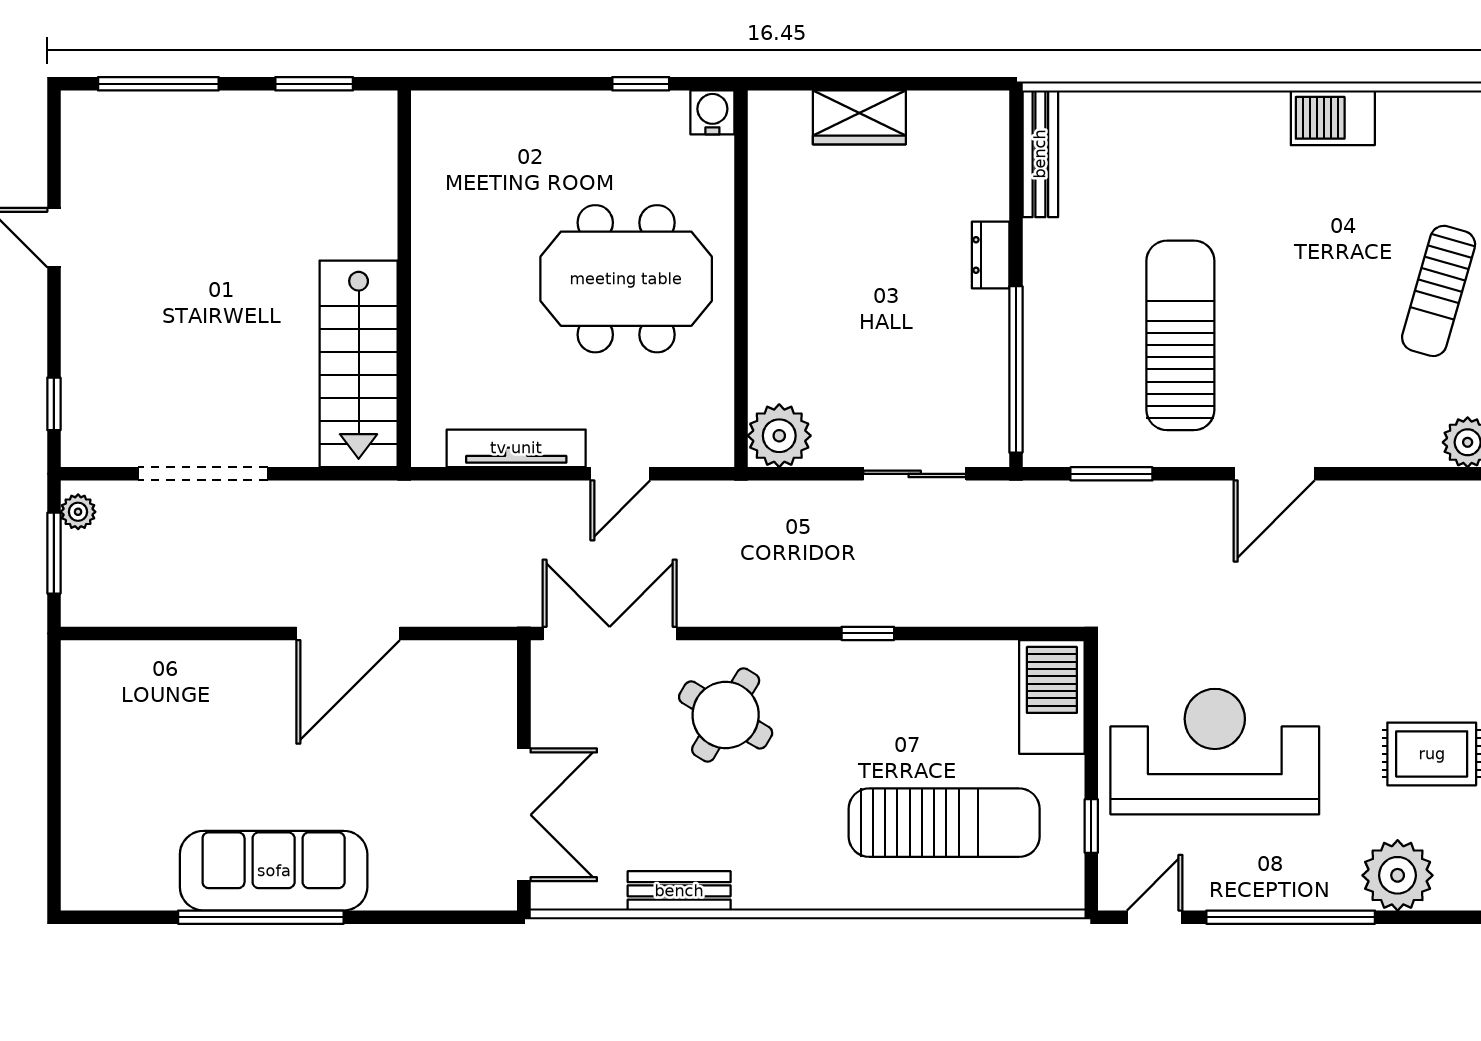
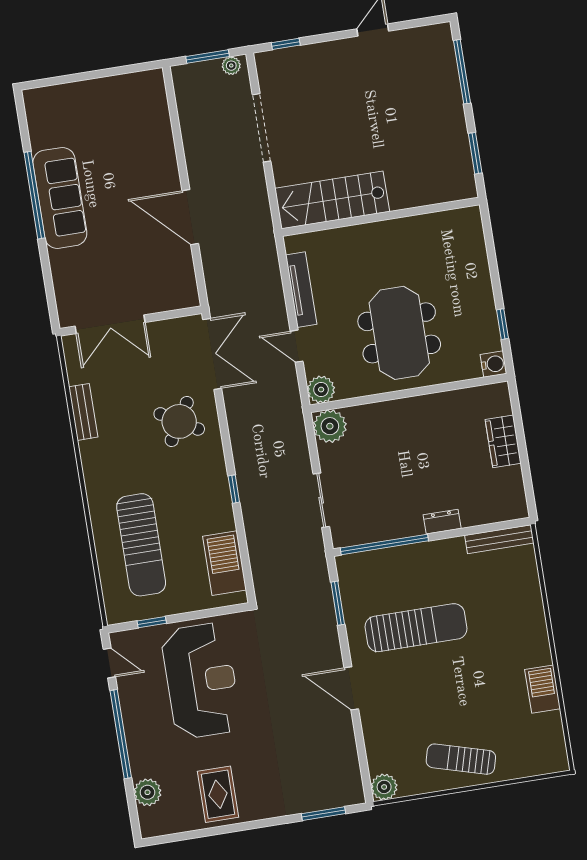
plant: (708, 441) -> (321, 390), added
barbecue: (1052, 697) -> (224, 563), moved, turned -90
plant: (1398, 875) -> (147, 792), width x0.73, depth x0.73

